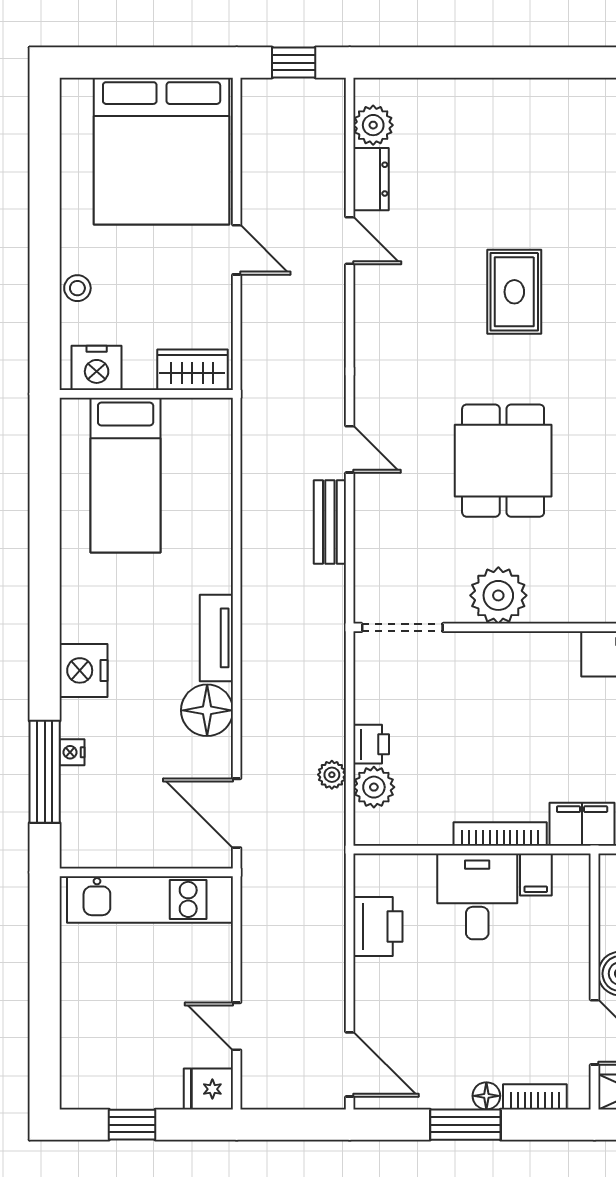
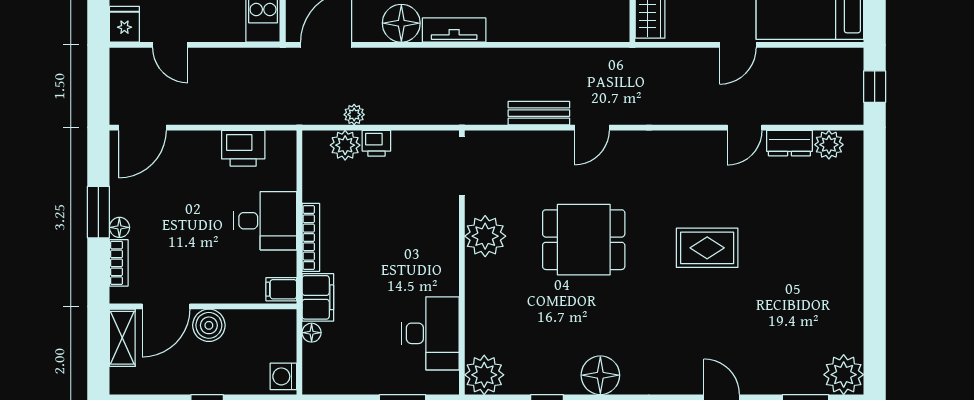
filing cabinet: (536, 874) -> (281, 289), moved
door: (237, 1026) -> (170, 45), swing flipped

